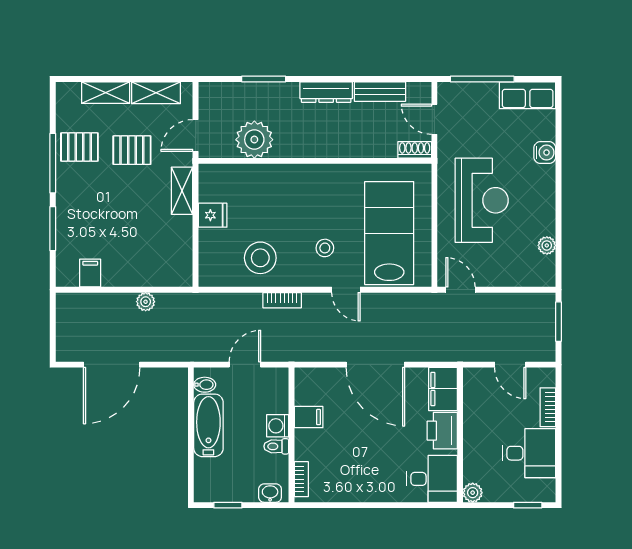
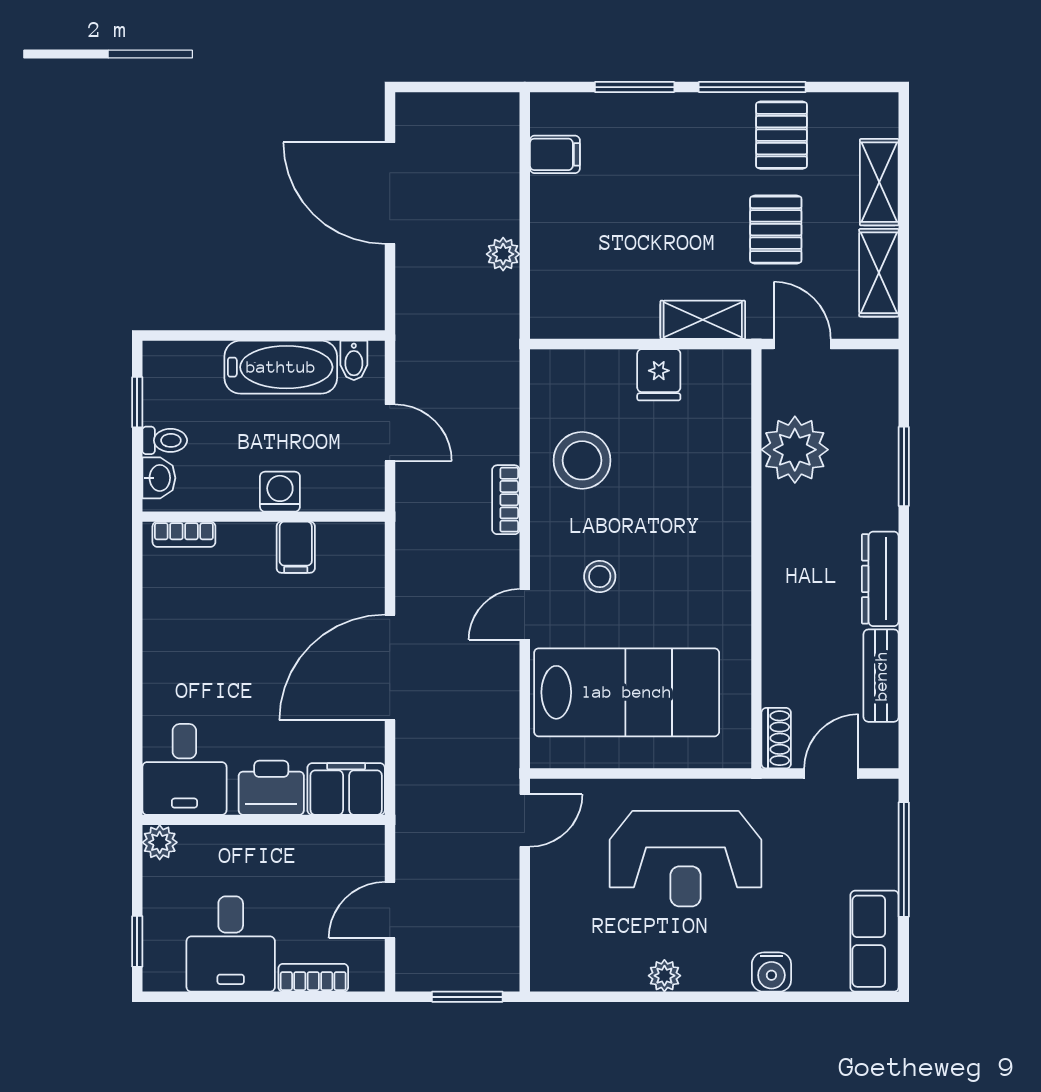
plant: (547, 245) -> (664, 976), moved
toilet: (276, 446) -> (165, 440), moved, turned 90

